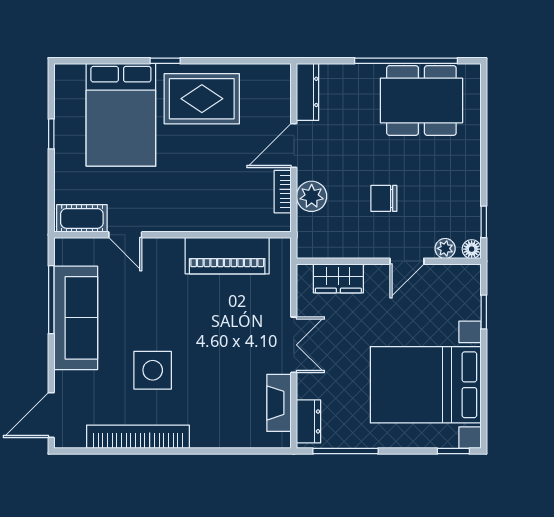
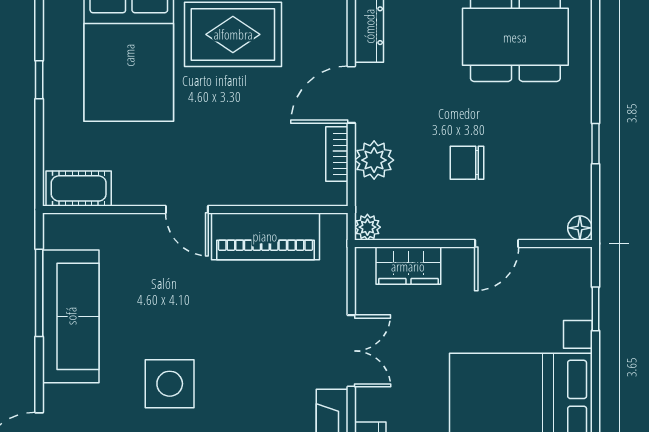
window: (484, 222) -> (595, 144), moved
door: (125, 235) -> (187, 210), moved
plant: (445, 248) -> (367, 227), moved

